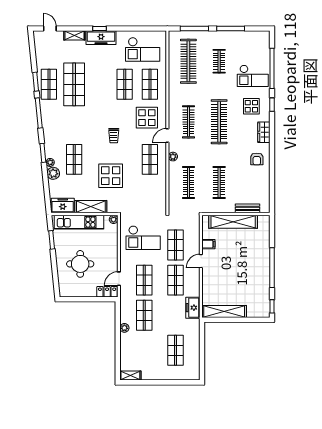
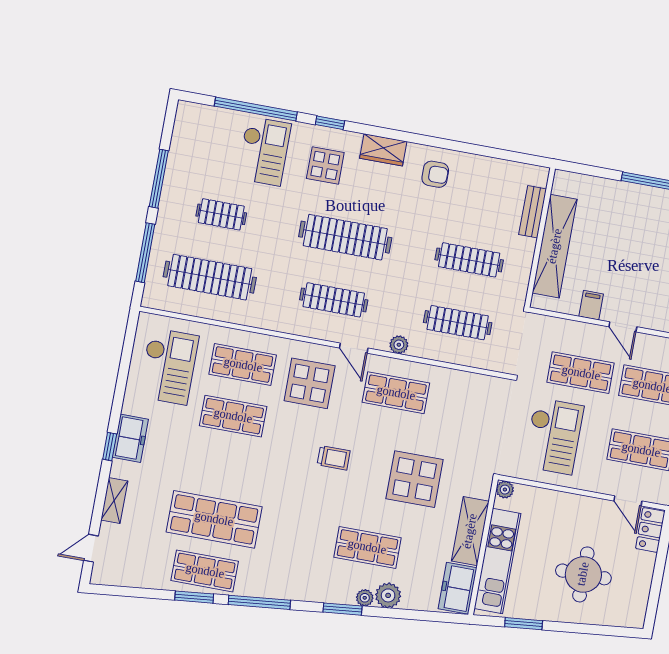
freezer: (101, 38) -> (130, 438), width x0.71

